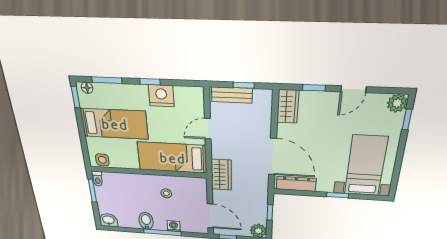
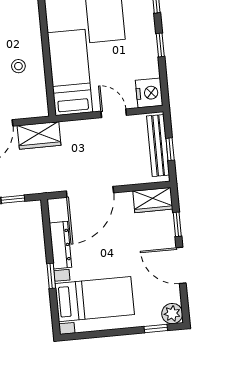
door: (354, 89) -> (181, 265), width x1.38
bench: (232, 95) -> (158, 146), width x1.36
nightstand: (161, 96) -> (149, 93), moved
wardrobe: (221, 175) -> (39, 135), moved
dresser: (296, 184) -> (60, 245), moved

